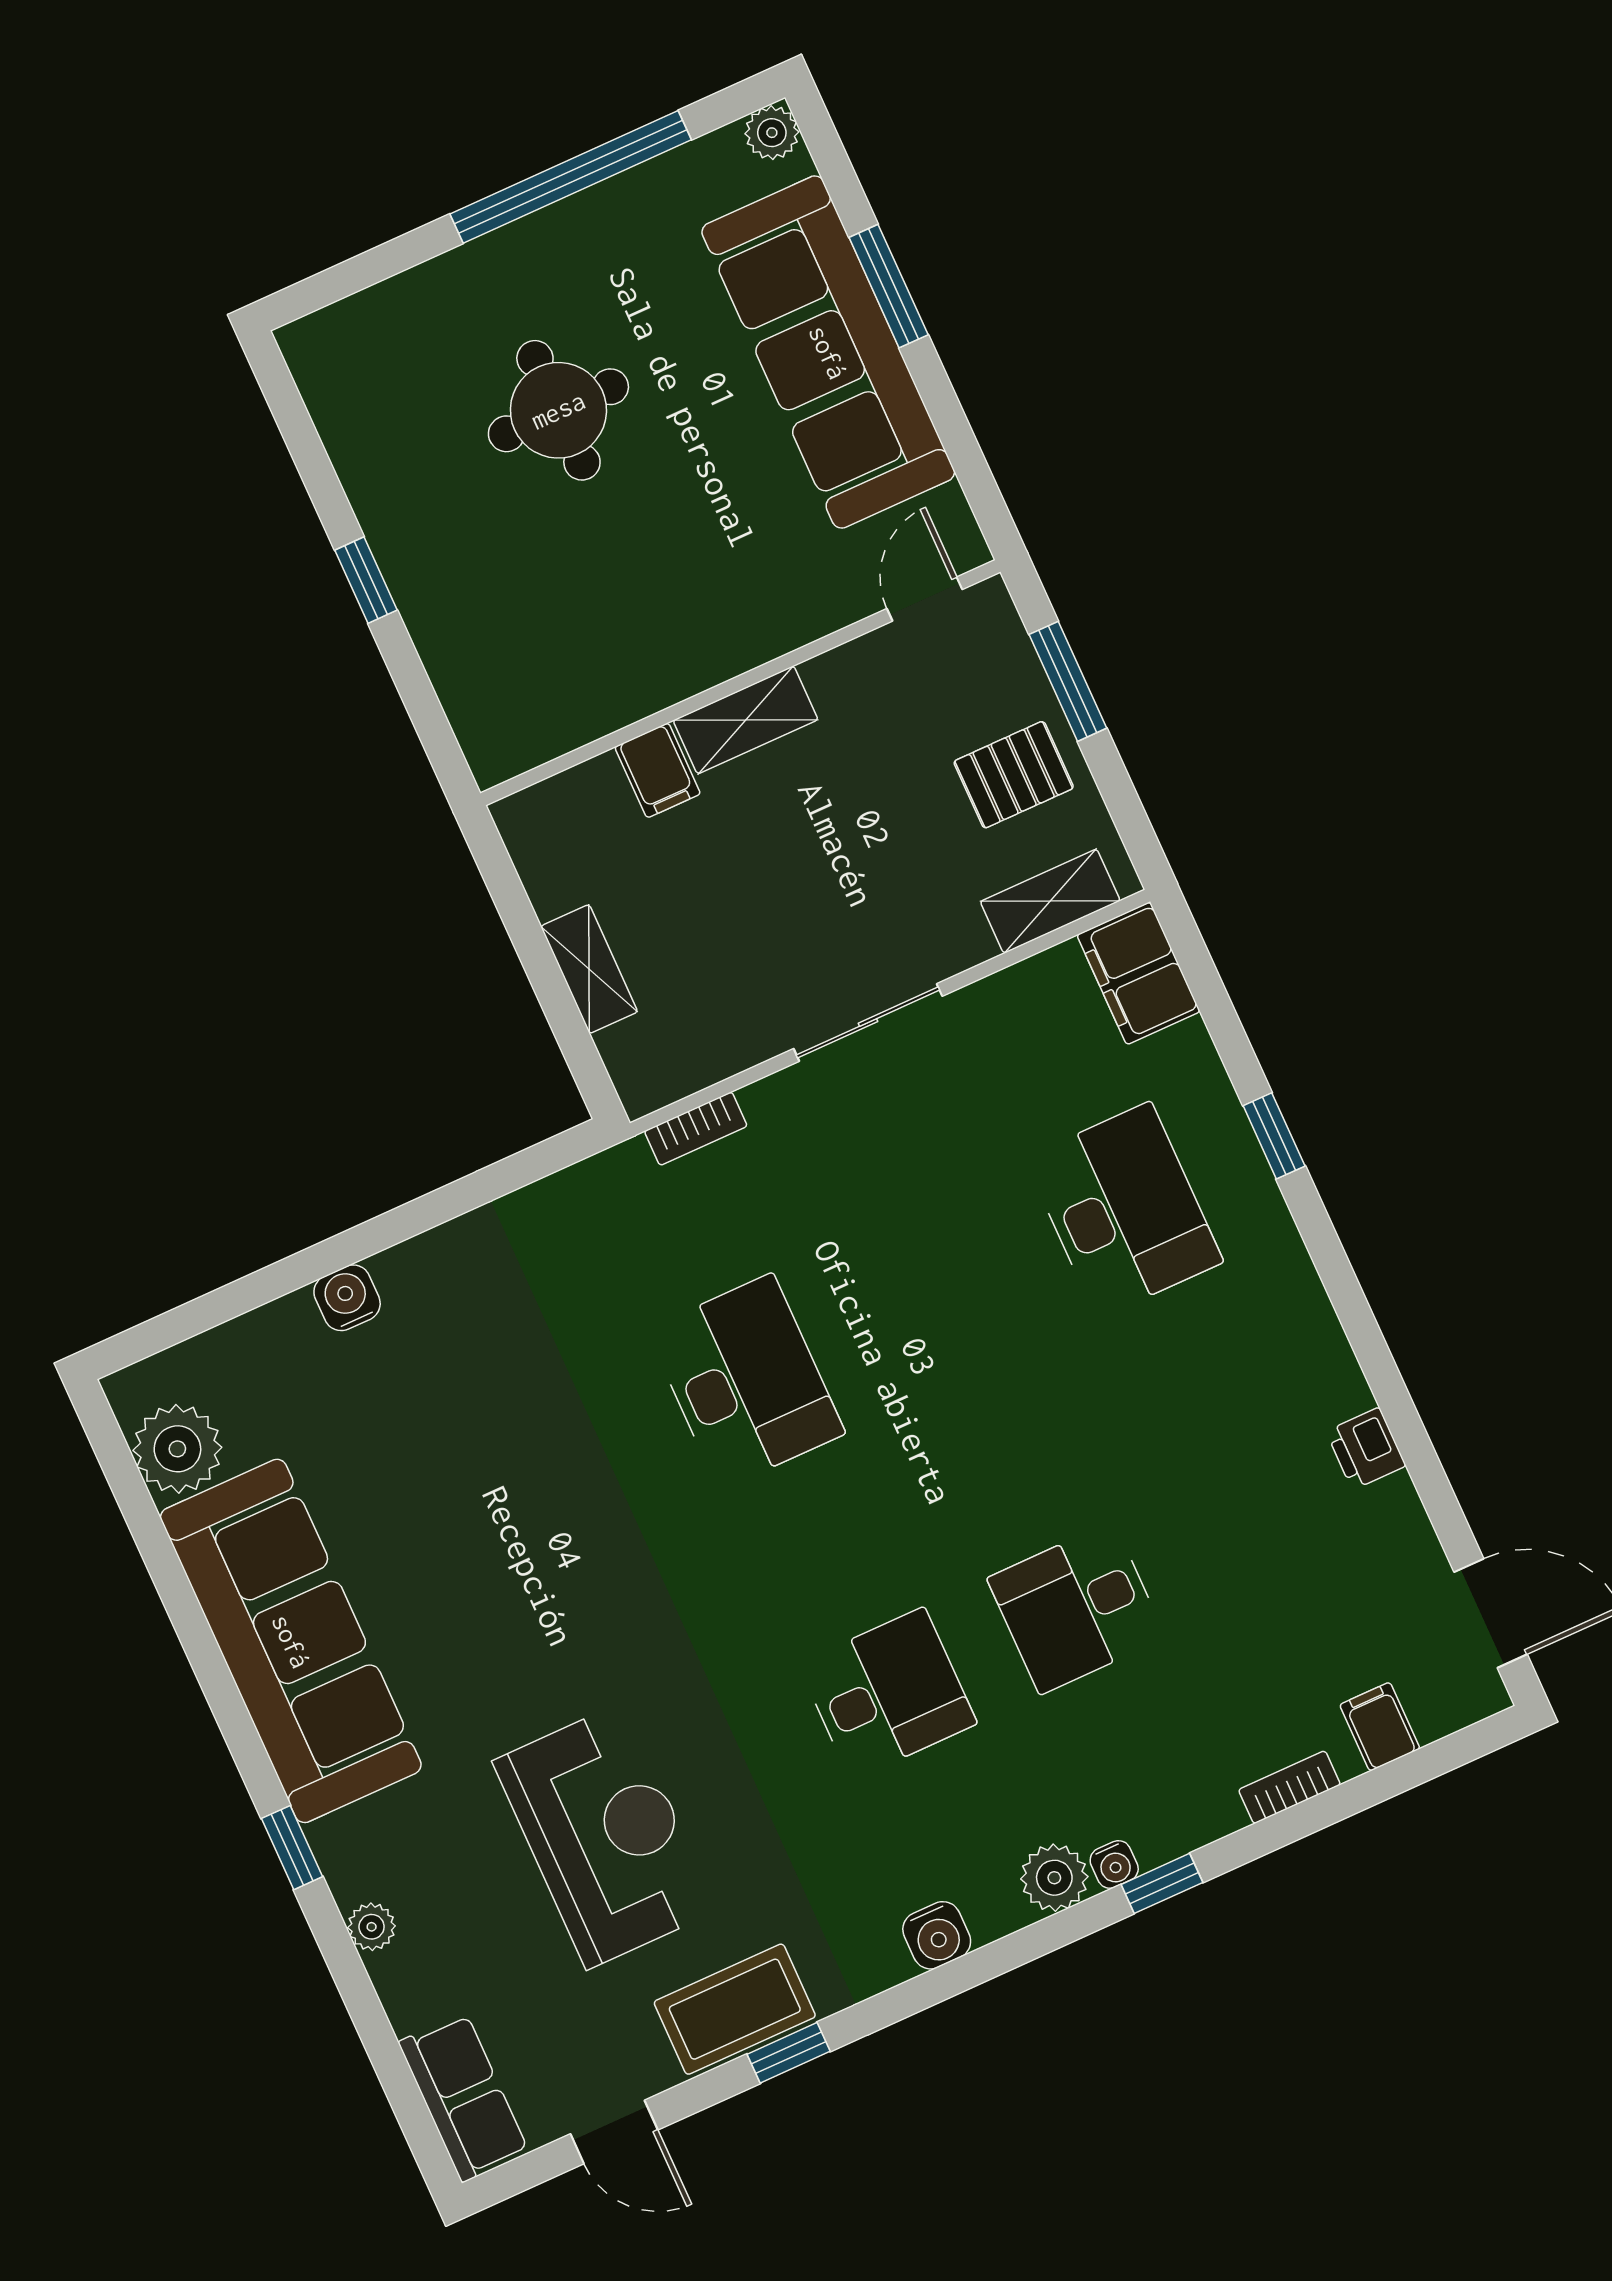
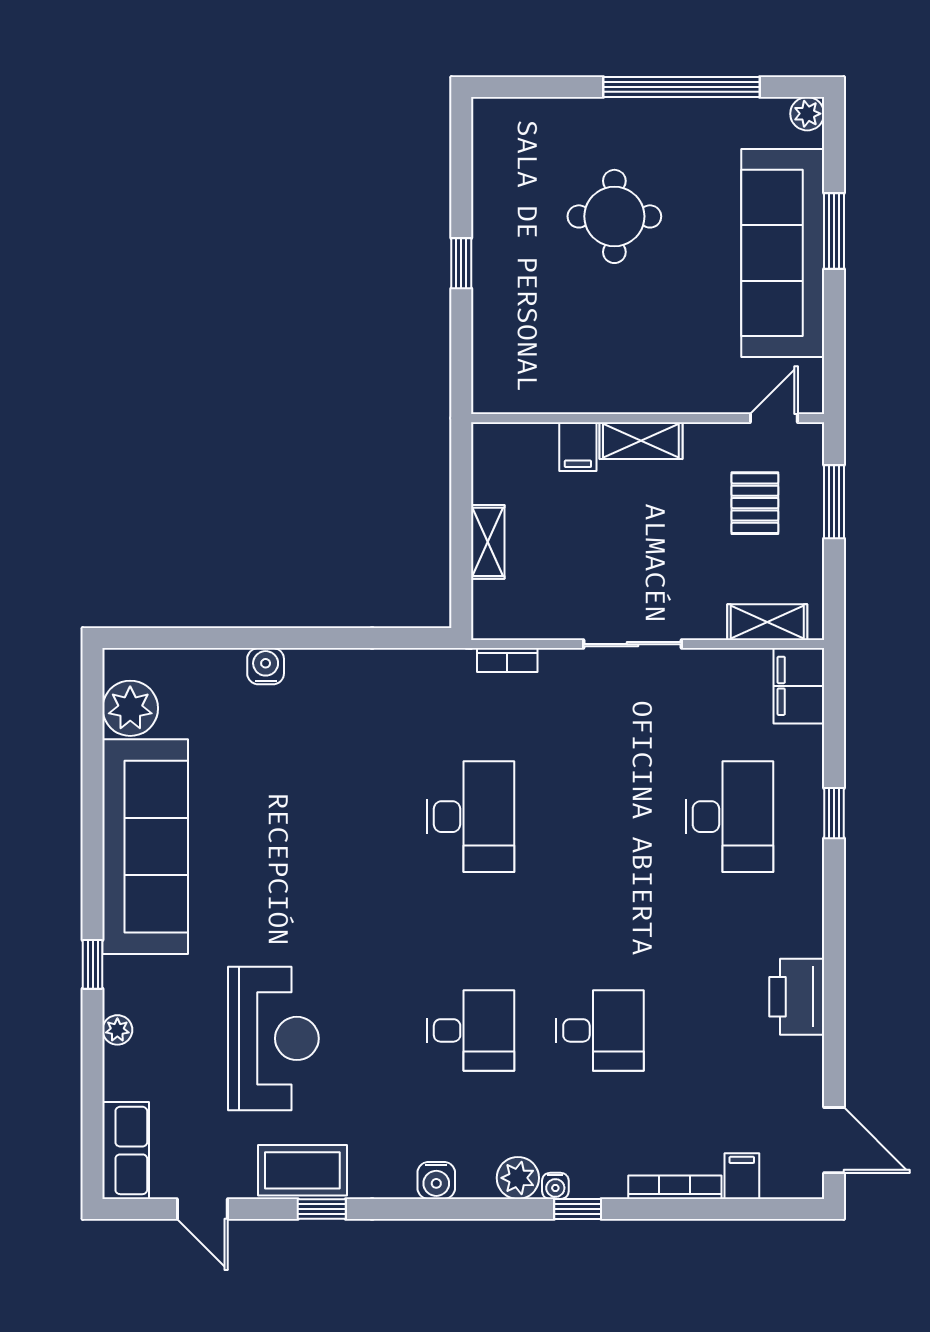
pallet: (1014, 775) -> (755, 503), moved, turned 90
printer: (1366, 1449) -> (797, 997), width x1.87, depth x1.48
desk: (1076, 1608) -> (600, 1030), turned 180
bookcase: (1289, 1787) -> (675, 1187), width x1.56

